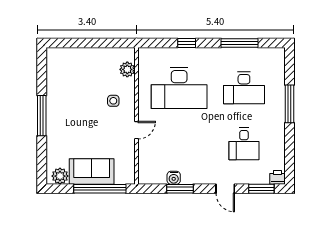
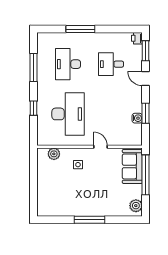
desk: (244, 88) -> (68, 64), turned 180
desk: (244, 144) -> (111, 64), turned 180
sofa: (92, 171) -> (132, 166), moved
door: (225, 189) -> (146, 79), swing flipped

